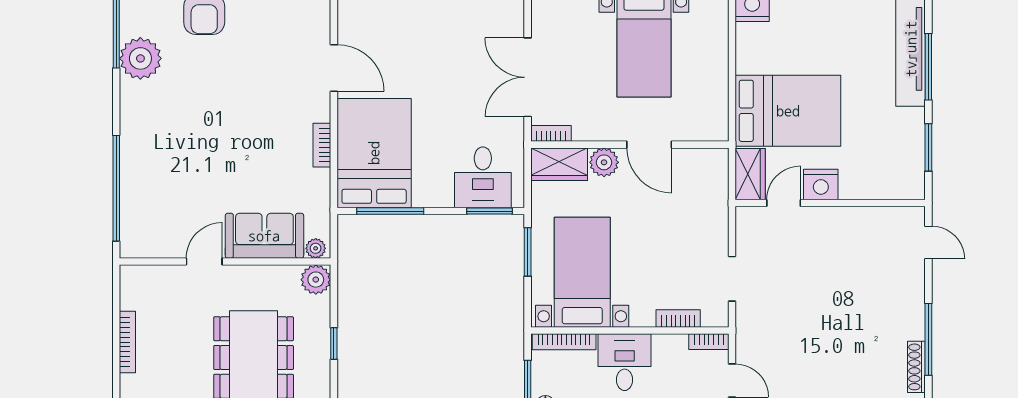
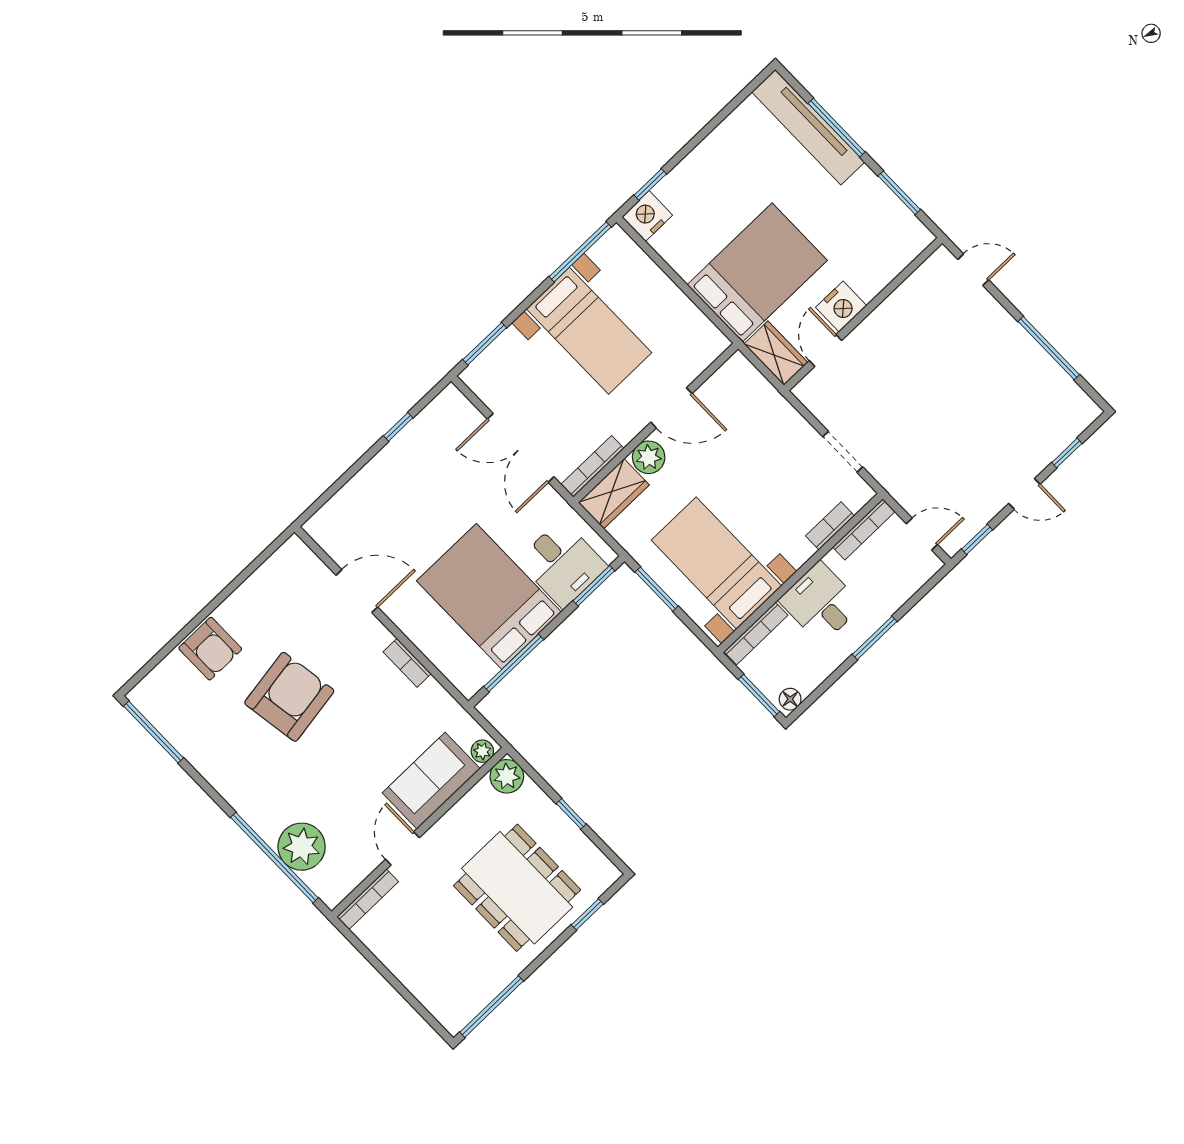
plant: (140, 58) -> (302, 847), moved
armchair: (225, 94) -> (289, 697), added
bookcase: (551, 133) -> (592, 466), width x1.56
bed: (374, 153) -> (489, 596), moved
bookcase: (127, 342) -> (368, 899), moved, turned 90
bookcase: (709, 342) -> (864, 529), width x1.56
shoe rack: (916, 367) -> (1060, 380), removed

